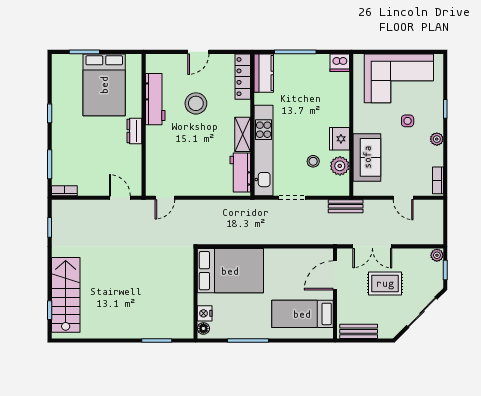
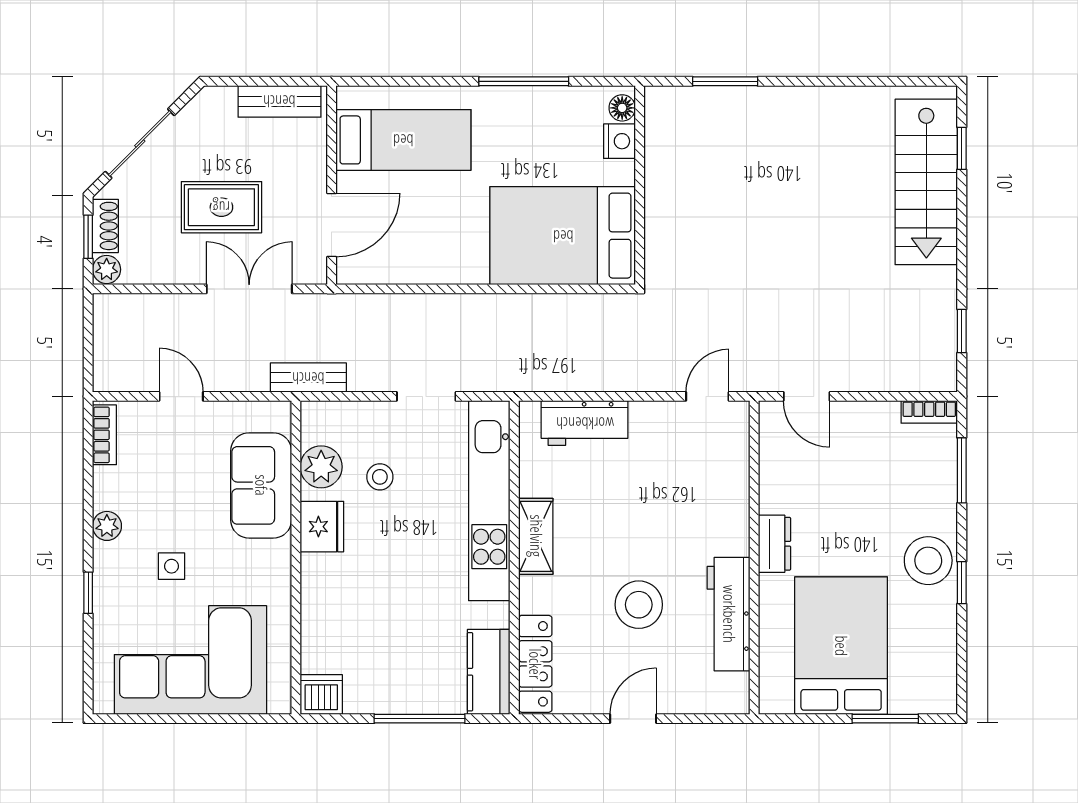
stool: (65, 123) -> (928, 561), added
workbench: (240, 173) -> (585, 423), moved, turned 90
shoe rack: (437, 275) -> (105, 226), added

